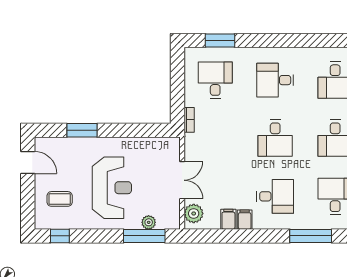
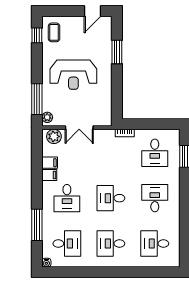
desk: (215, 80) -> (155, 153), turned 90
coffee table: (60, 199) -> (54, 32), moved
plant: (149, 222) -> (47, 117), moved

